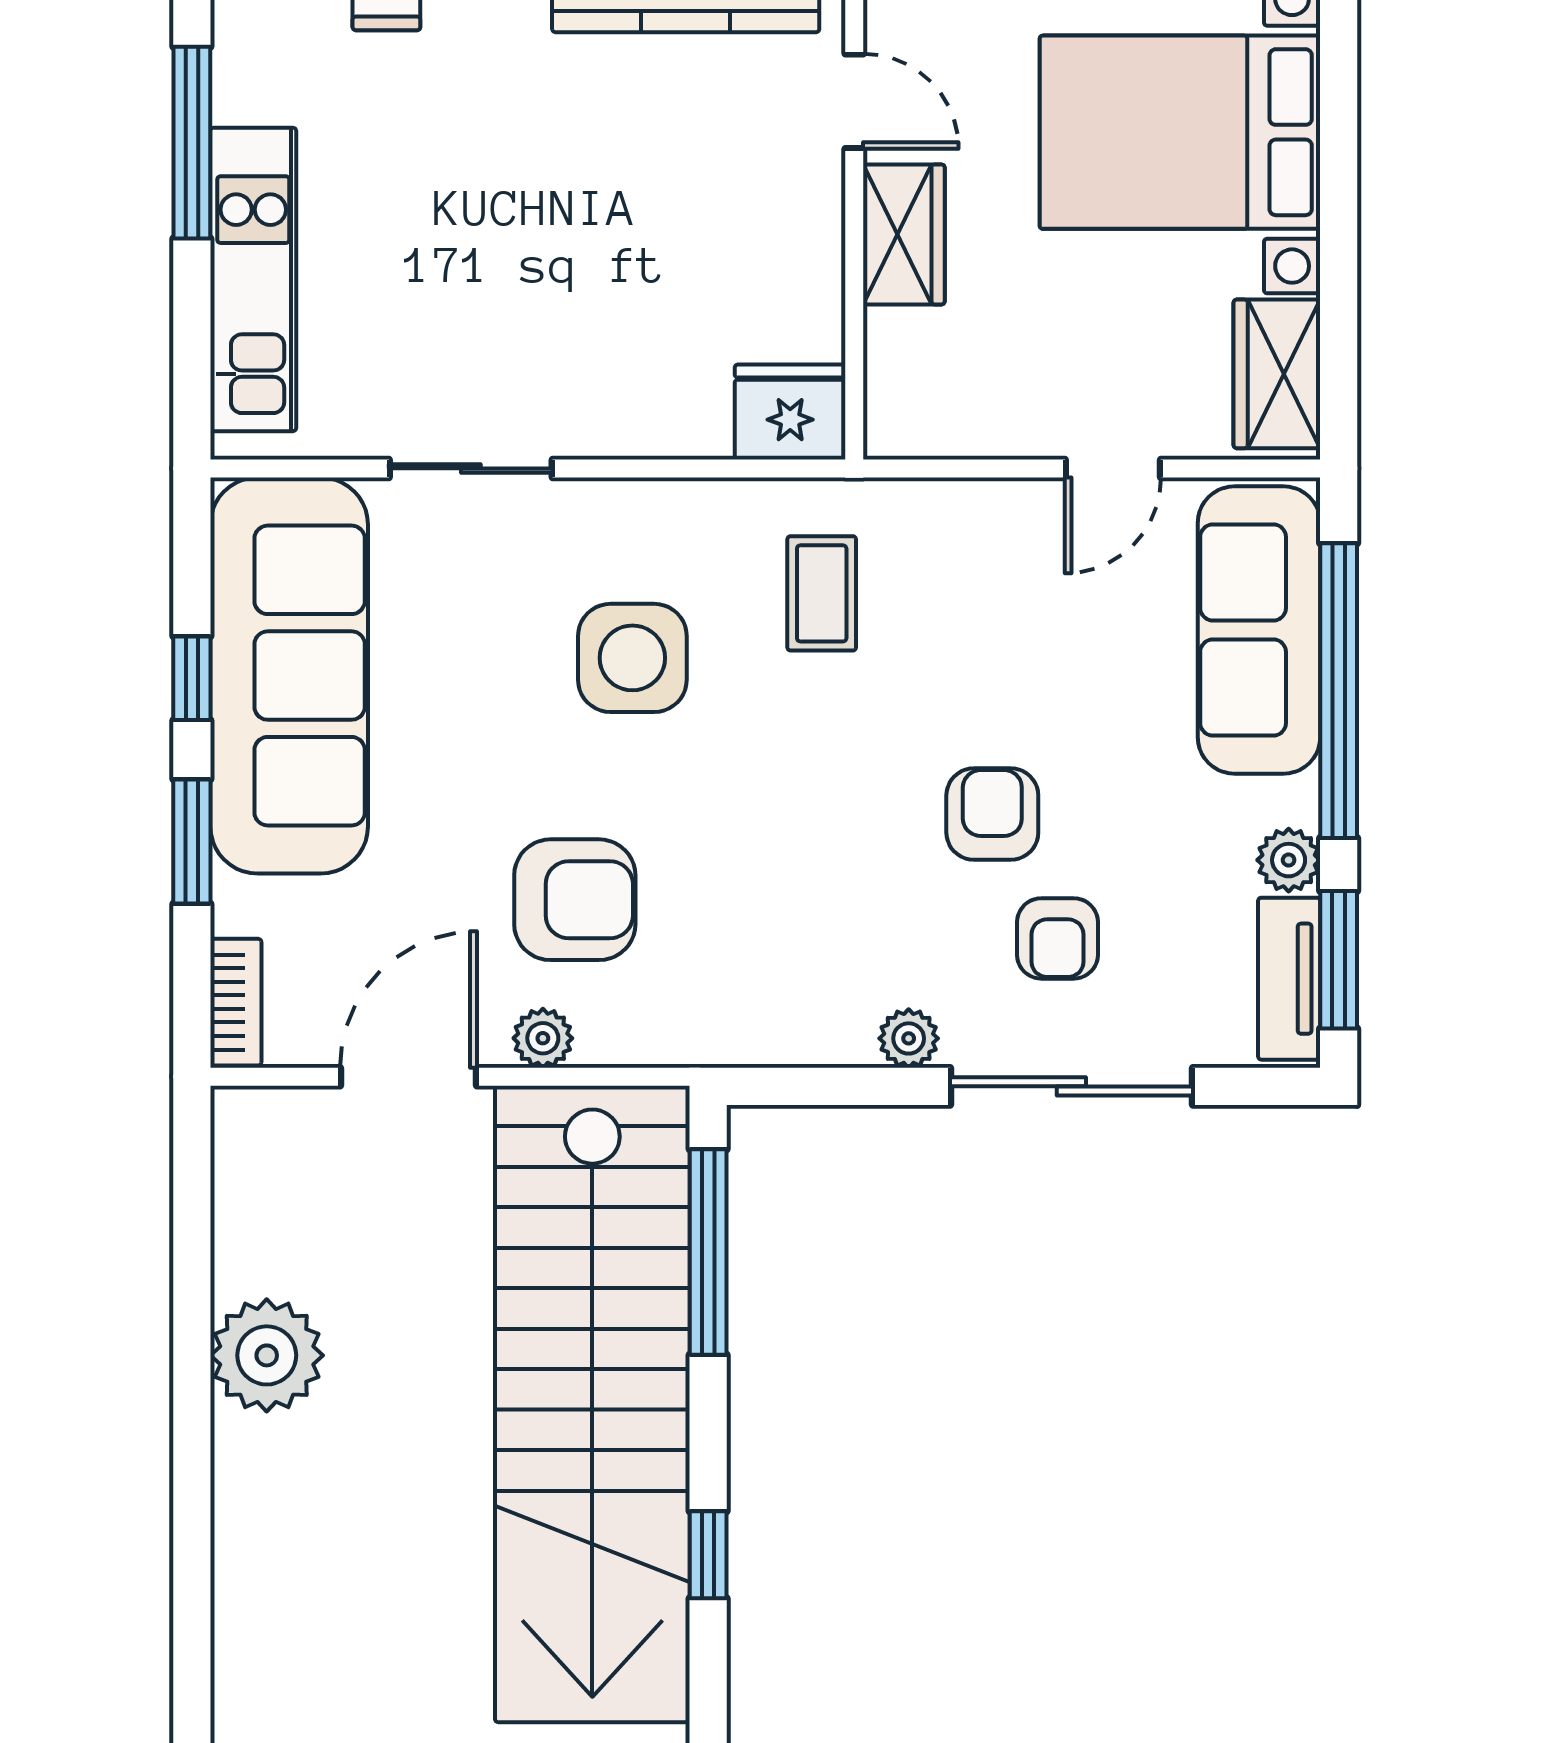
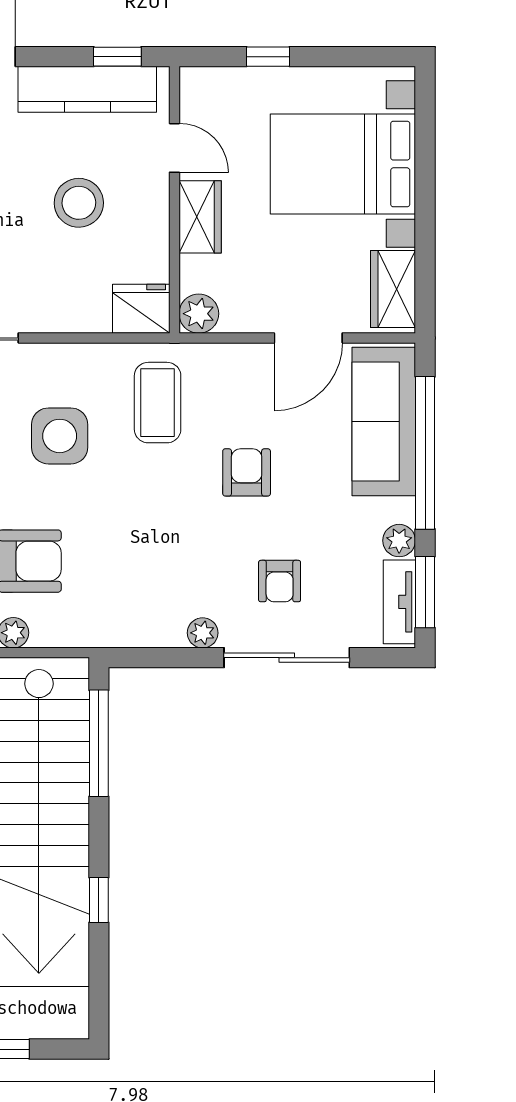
stool: (669, 207) -> (79, 203), added
plant: (901, 421) -> (199, 314), added
door: (1113, 468) -> (308, 338), width x1.38
coffee table: (822, 593) -> (158, 403), width x1.36, depth x1.30
armchair: (992, 814) -> (247, 472), moved

